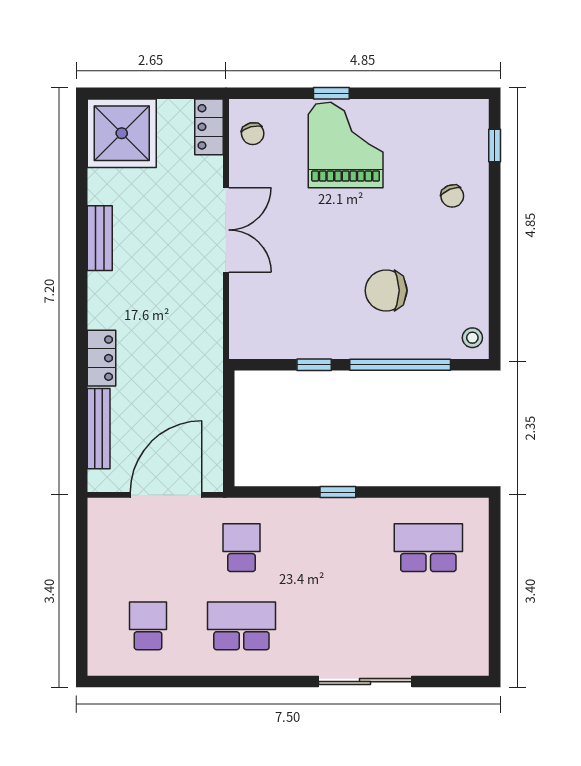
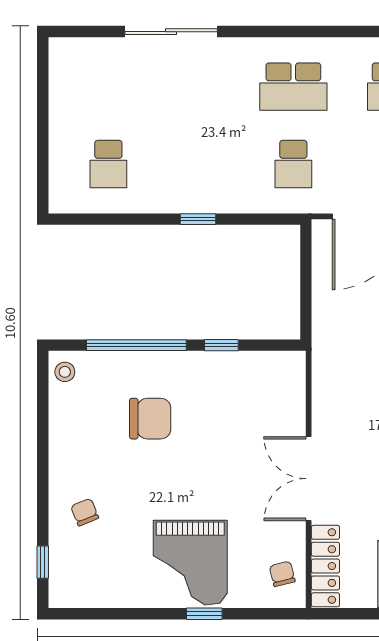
locker: (209, 127) -> (325, 566), width x1.53
school desk: (428, 548) -> (108, 164), width x0.54

